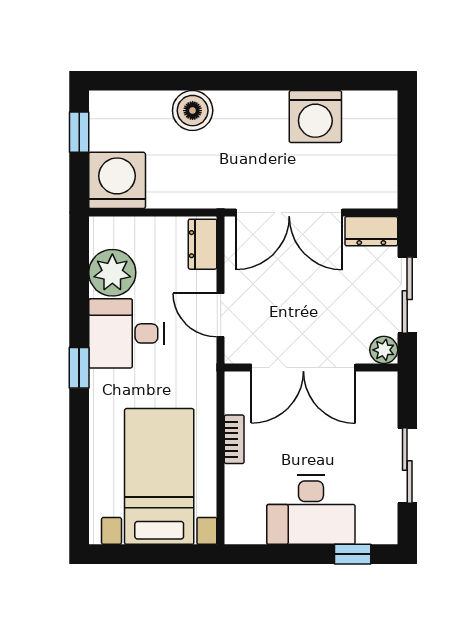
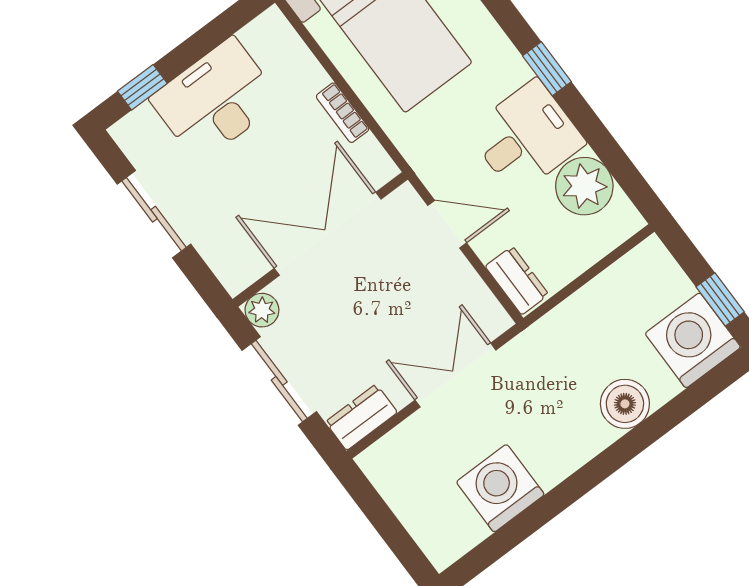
washing machine: (117, 180) -> (693, 340), moved, turned 180
double door: (289, 213) -> (455, 375), width x0.73

